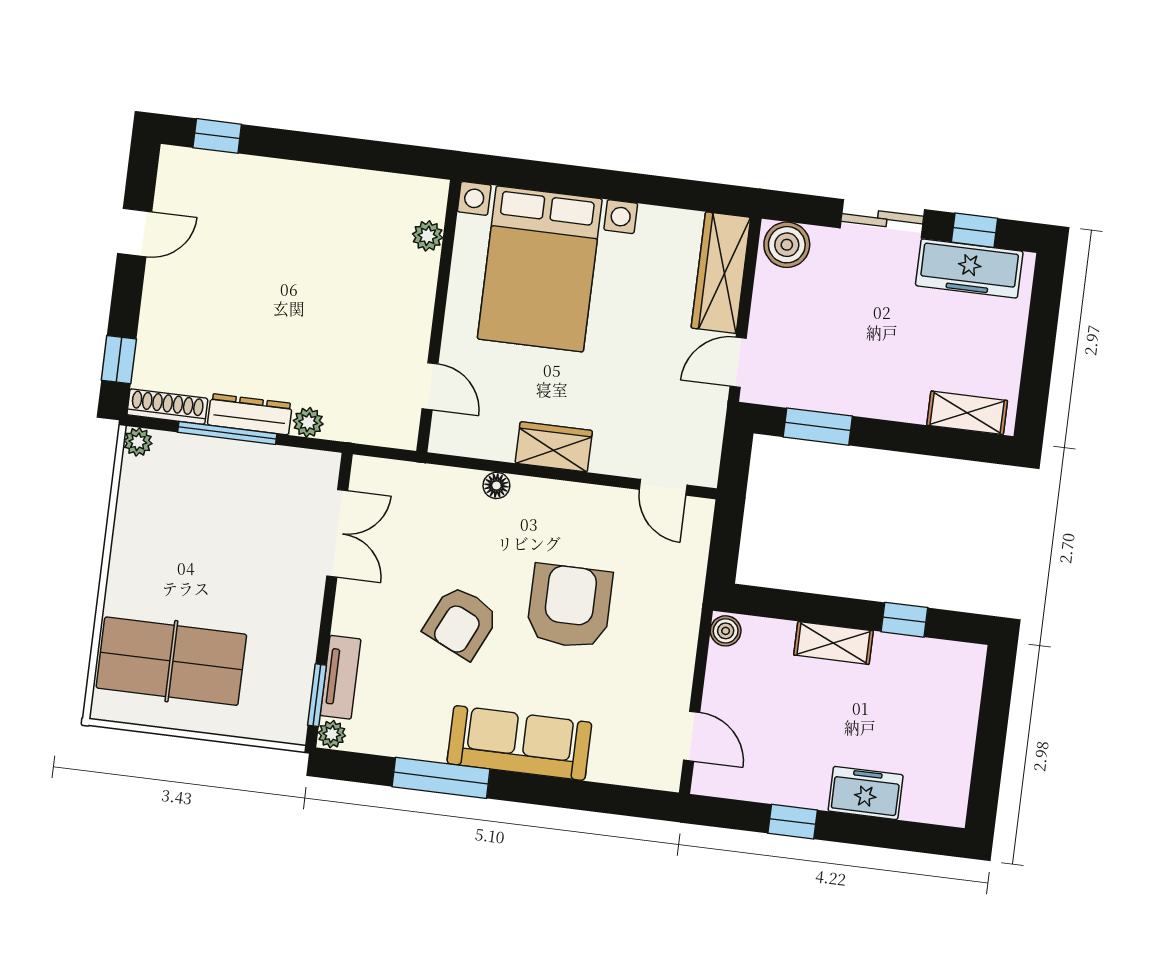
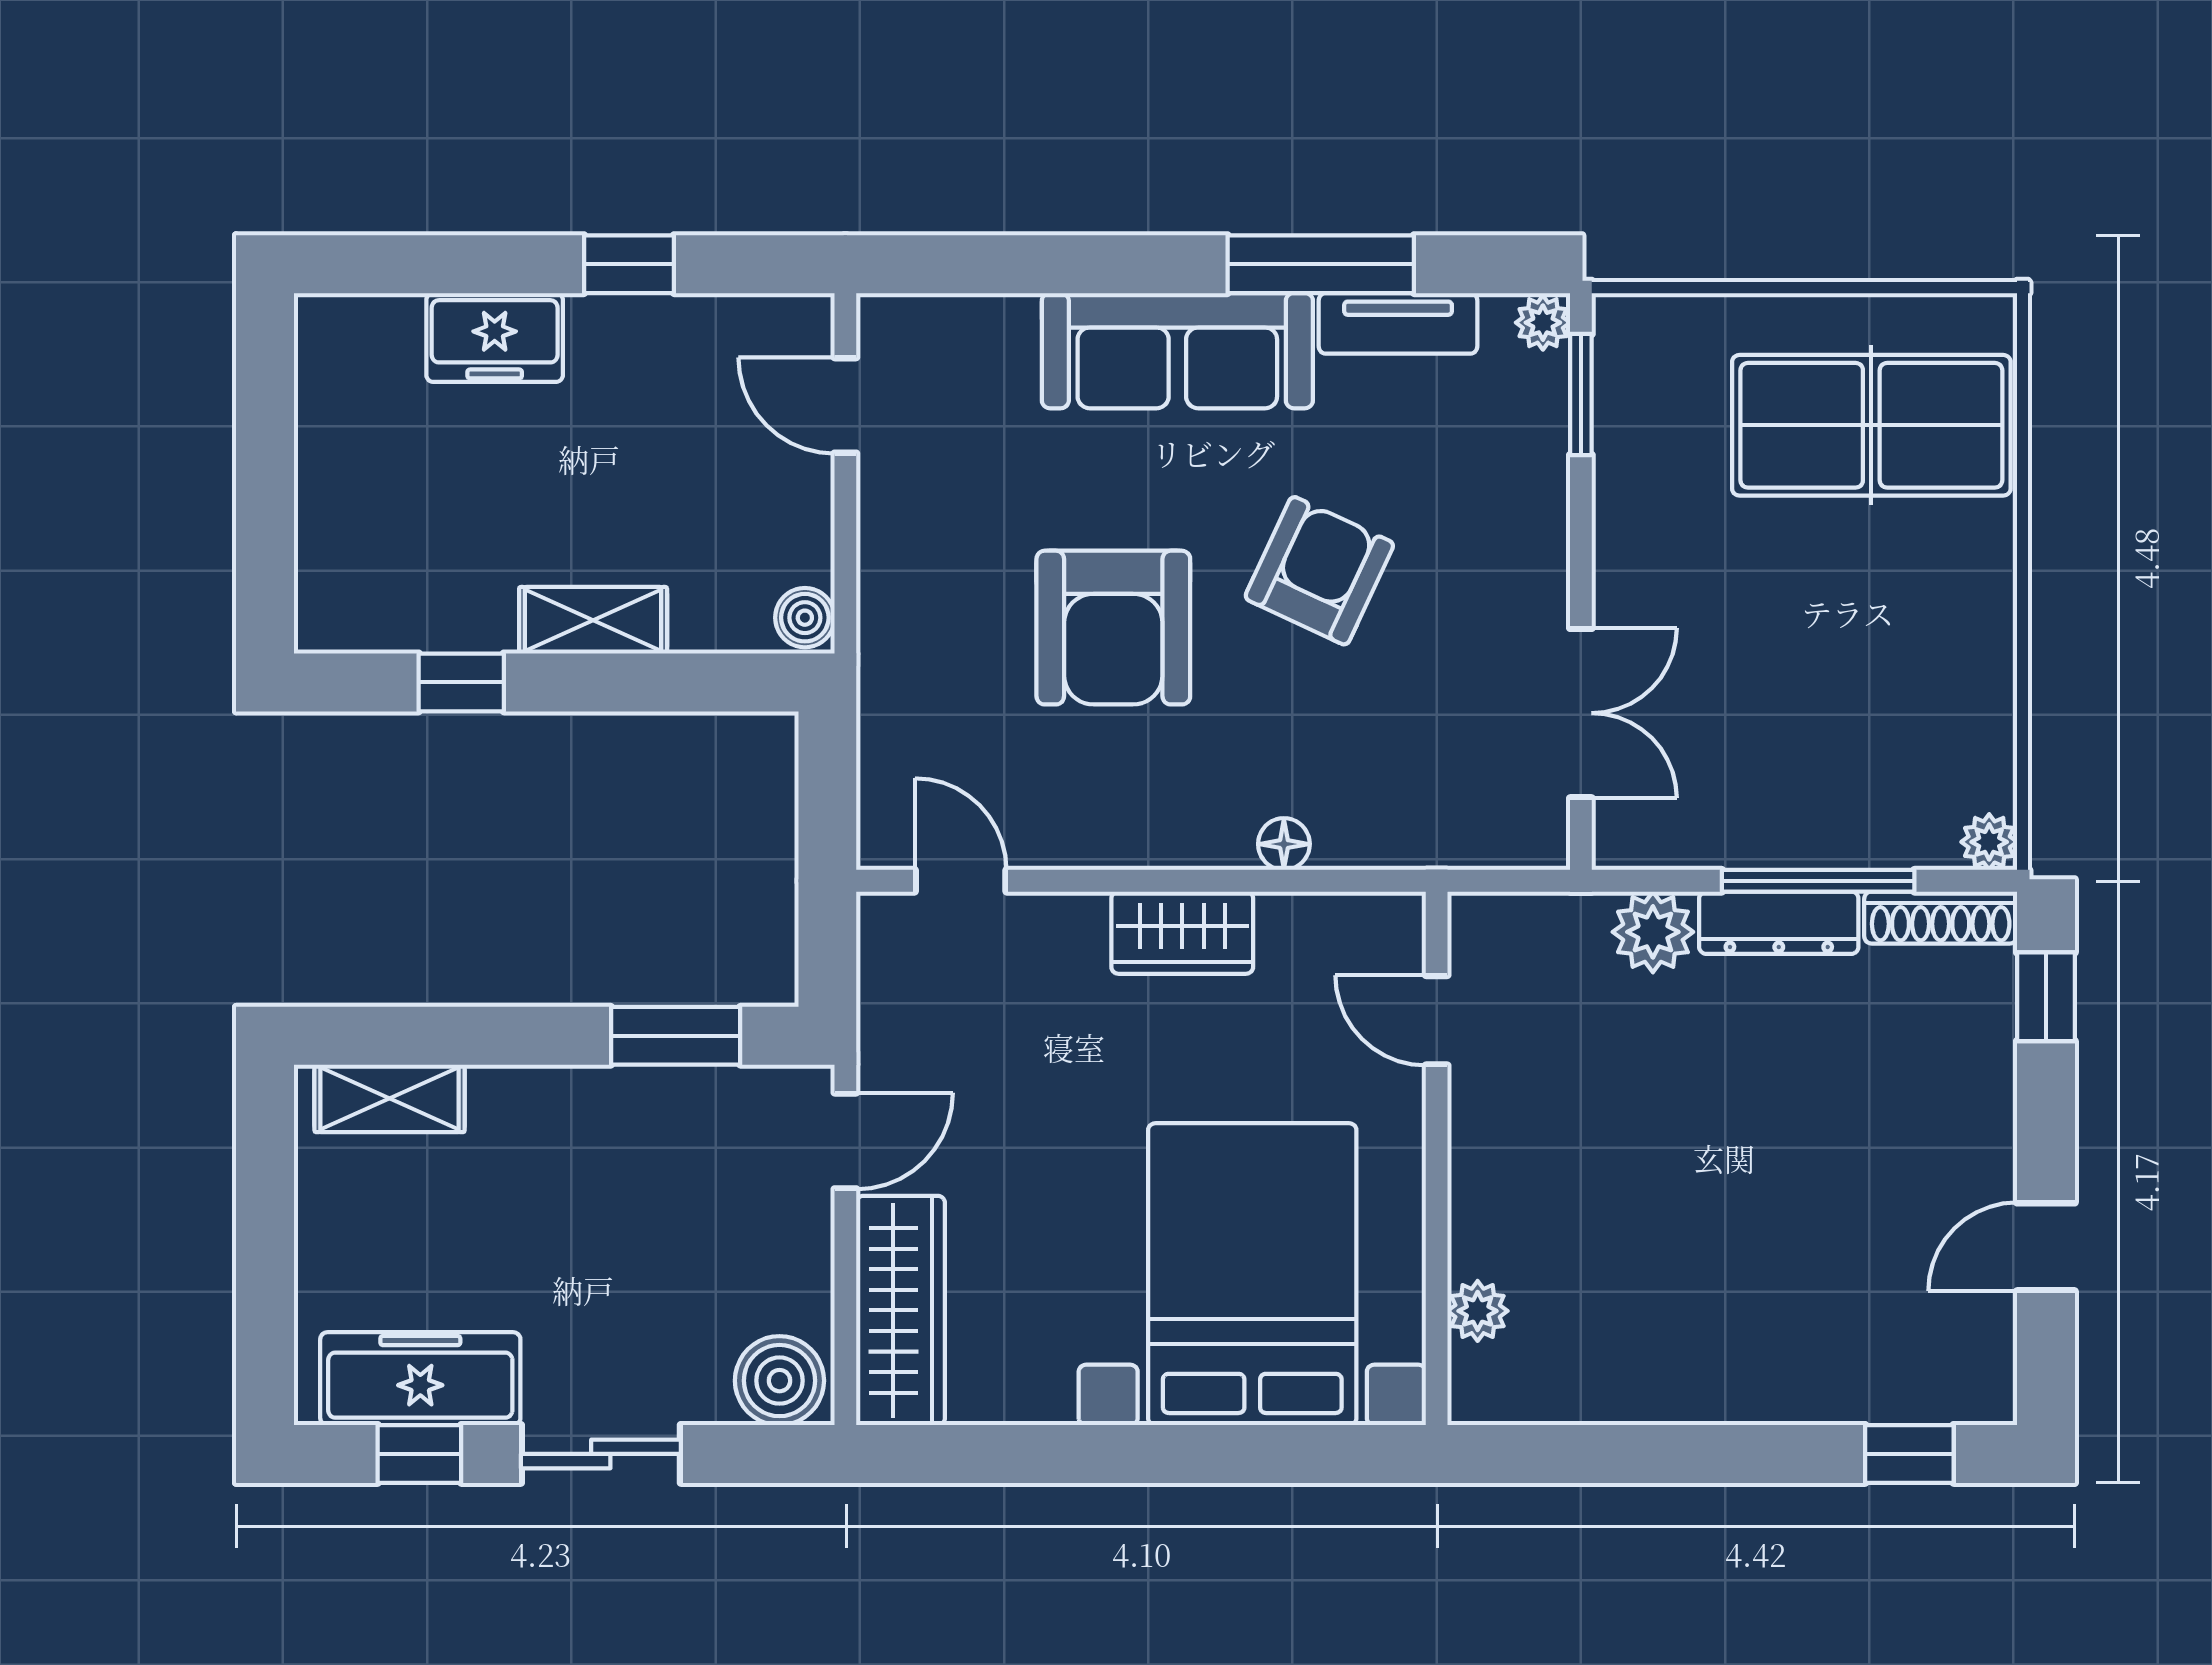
plant: (308, 422) -> (1653, 932), width x1.38, depth x1.38
double door: (337, 533) -> (1581, 713), swing flipped
tv unit: (341, 677) -> (1398, 323), moved, turned -90

